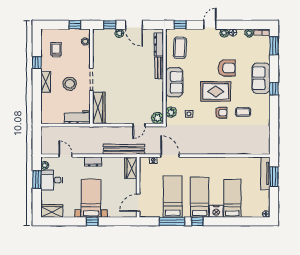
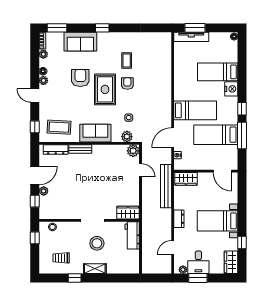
sofa: (261, 78) -> (80, 42), moved
wardrobe: (99, 108) -> (128, 213), width x0.67
bed: (200, 197) -> (195, 110), moved, turned 180
window: (92, 221) -> (242, 242), moved

